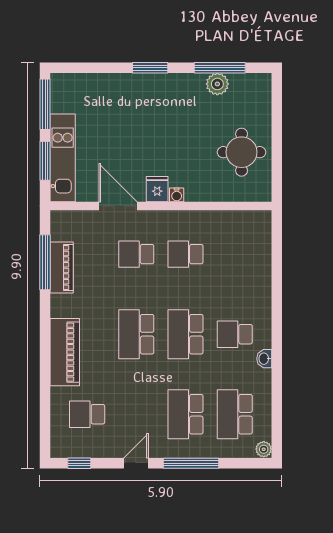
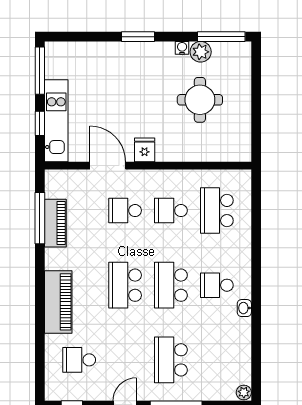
window: (220, 68) -> (221, 37), moved
round table: (242, 152) -> (200, 100), moved
window: (45, 161) -> (40, 123), width x0.67
water cooler: (177, 195) -> (182, 48), moved, turned 180
school desk: (235, 414) -> (217, 211), moved

